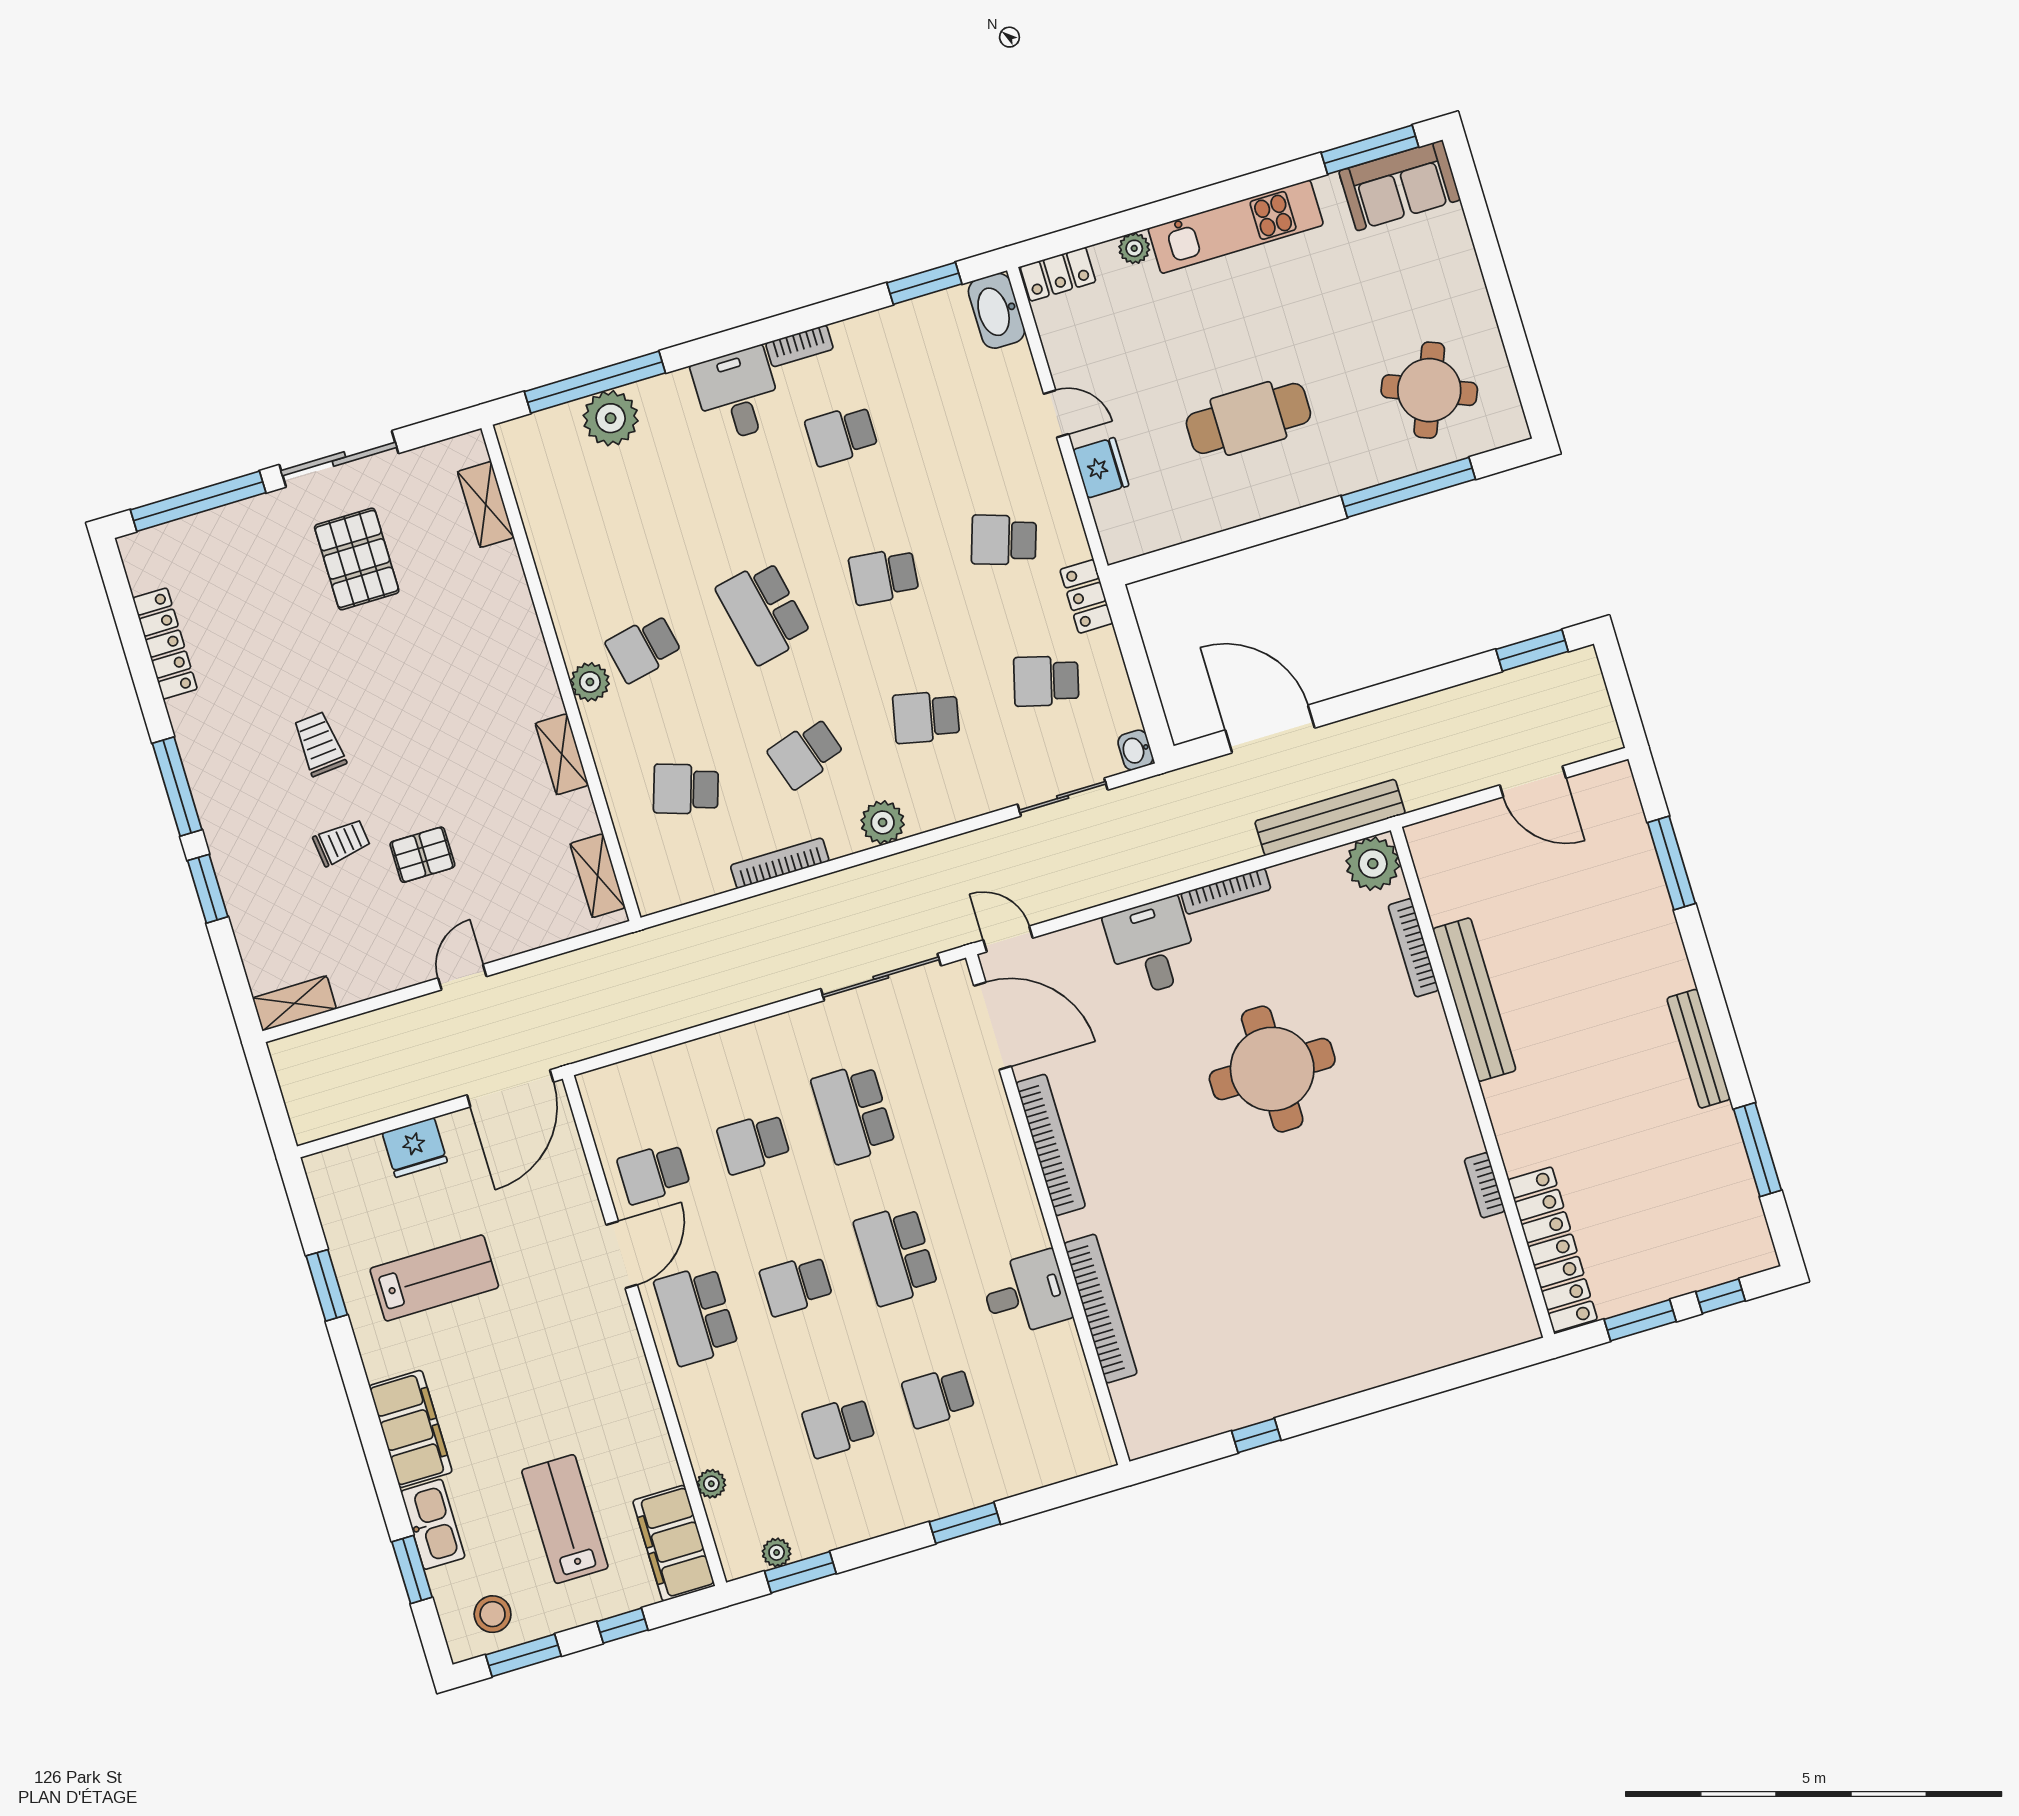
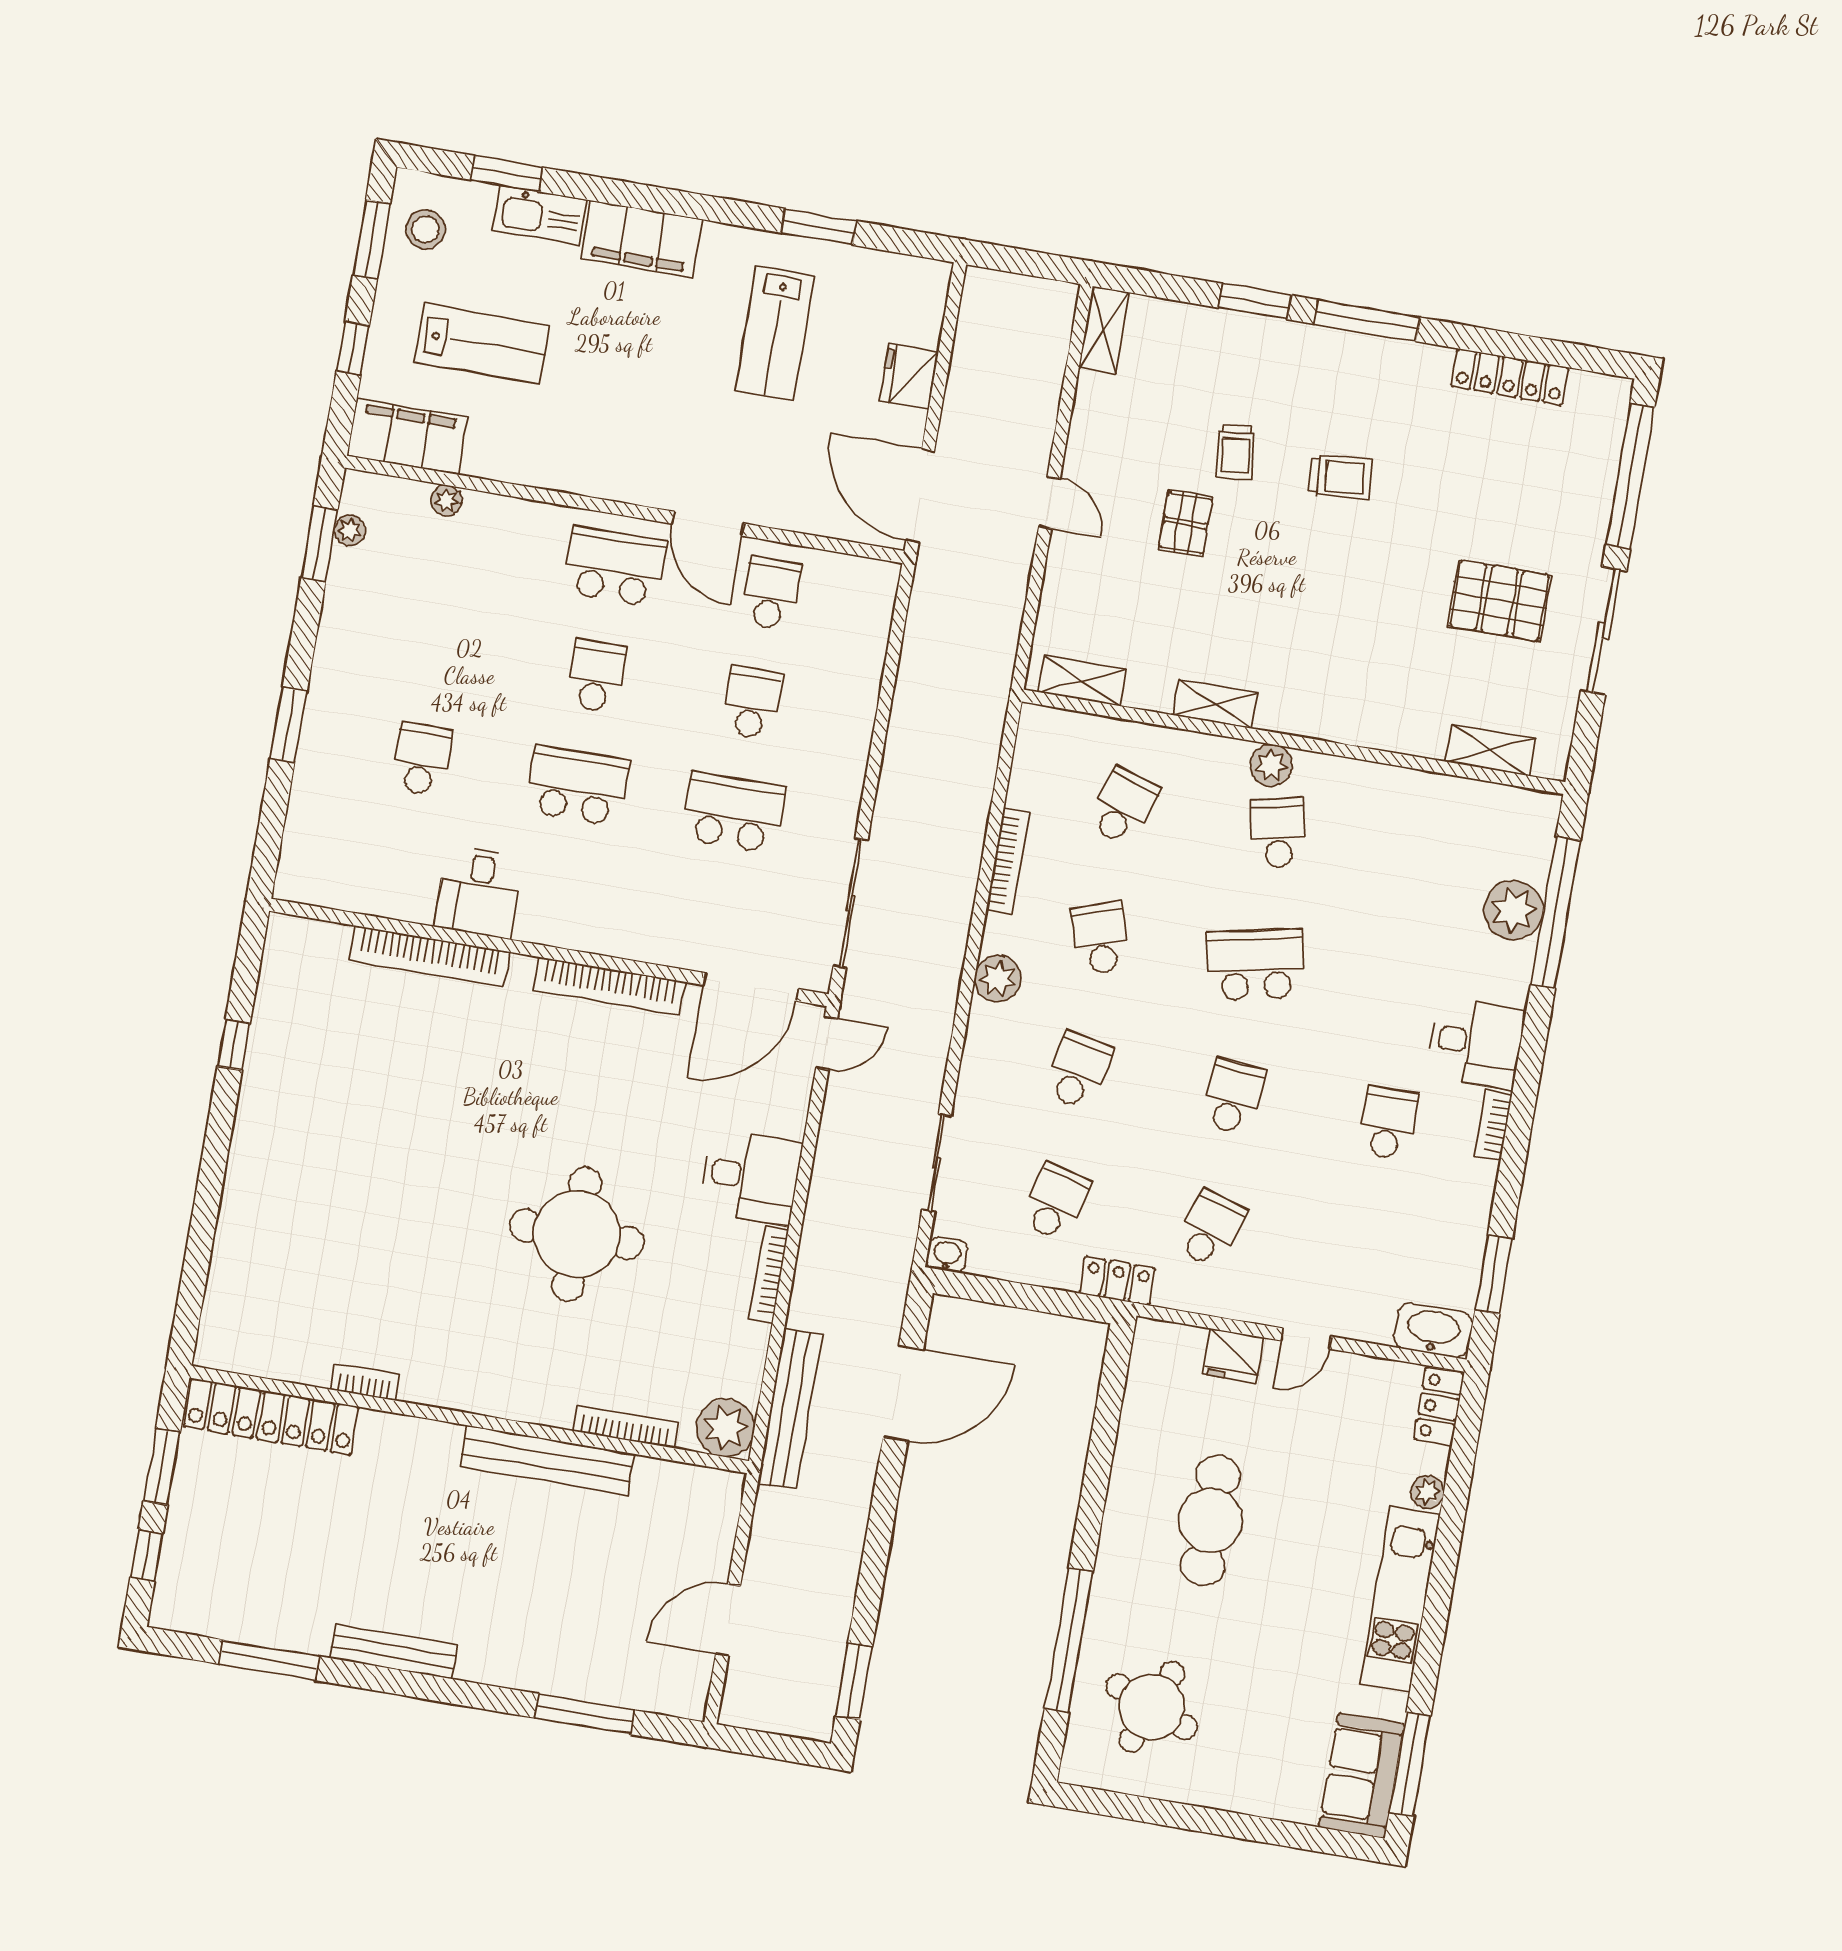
school desk: (839, 1427) -> (440, 649), removed

